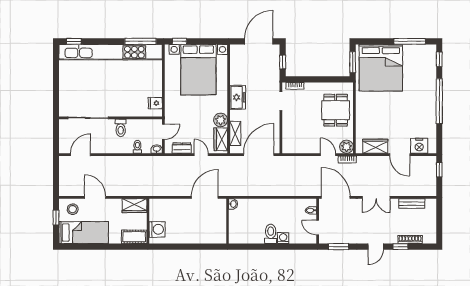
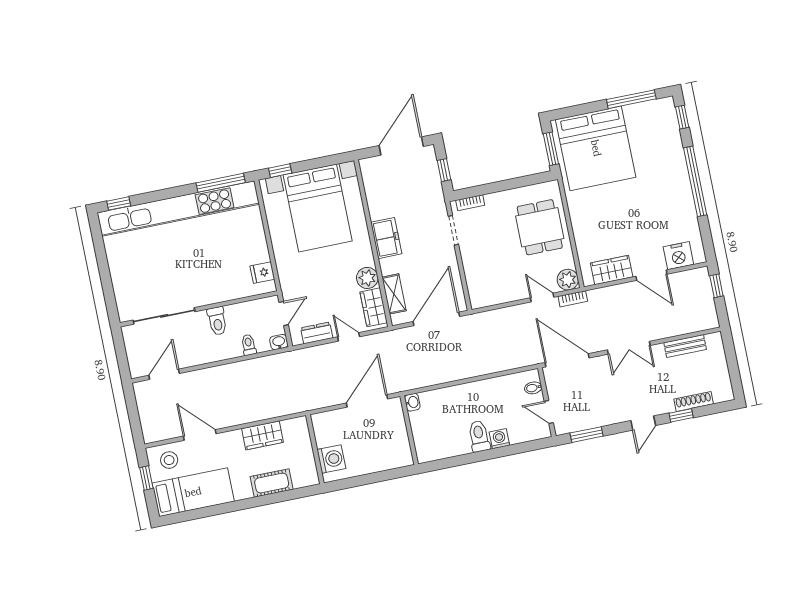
wall: (148, 221) -> (315, 449), moved
washing machine: (157, 229) -> (331, 459), moved

